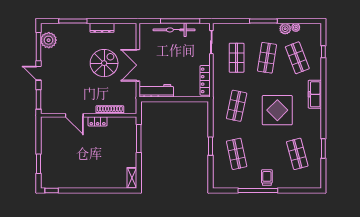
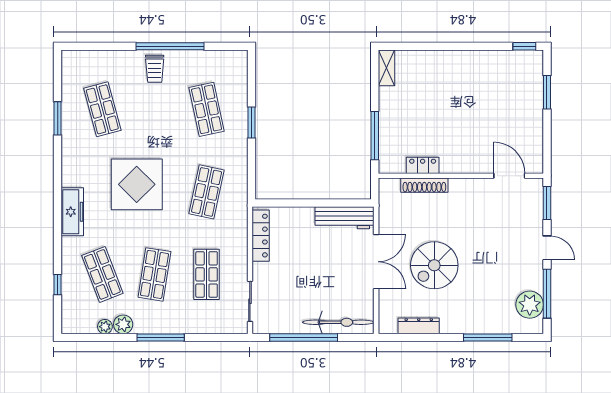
dresser: (102, 28) -> (419, 326), moved
bicycle: (174, 30) -> (338, 322), moved
door: (74, 115) -> (509, 176), moved
locker: (98, 121) -> (423, 165), moved

